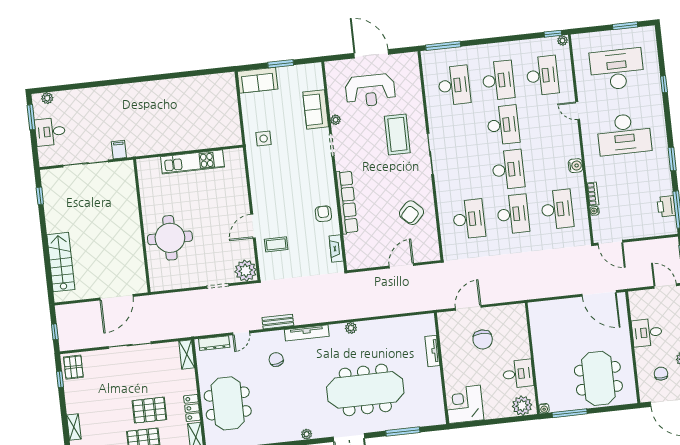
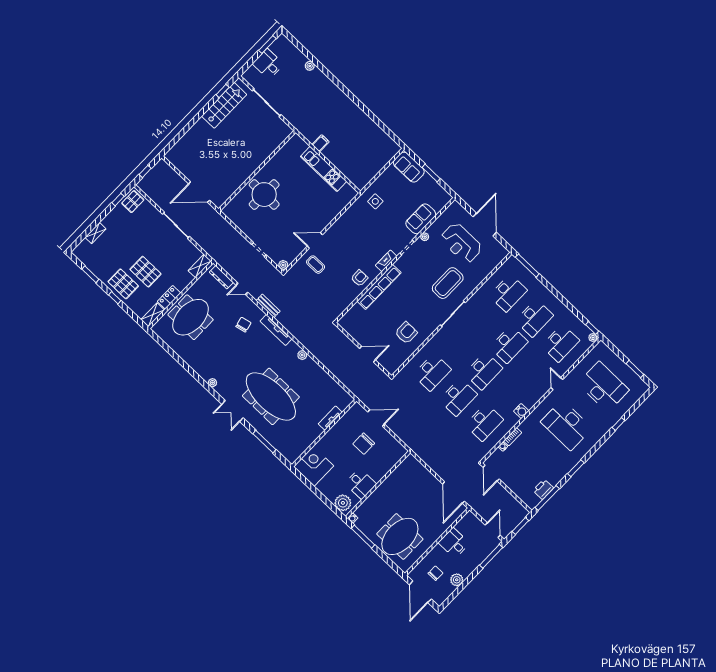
plant: (47, 98) -> (310, 66), moved
filing cabinet: (119, 150) -> (321, 143), moved
armchair: (411, 213) -> (406, 333), turned 136
fireplace: (336, 248) -> (386, 261), moved
stairs: (61, 262) -> (224, 105), moved
plant: (246, 271) -> (283, 265), width x0.53, depth x0.53

